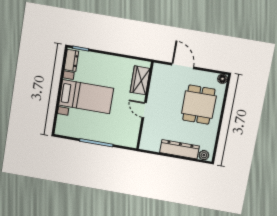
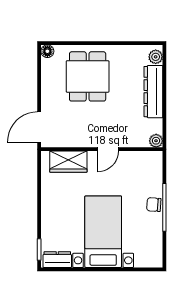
door: (183, 66) -> (39, 127), moved
dining table: (199, 105) -> (88, 76), turned 90
chair: (99, 136) -> (154, 205), added
plant: (144, 145) -> (156, 141), added

